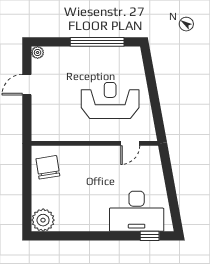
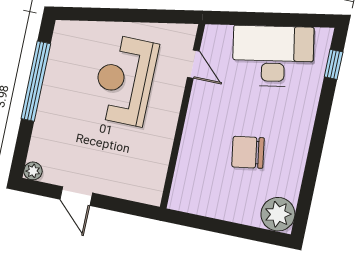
chair: (48, 167) -> (248, 152), moved
desk: (137, 211) -> (273, 56), moved, turned -100

